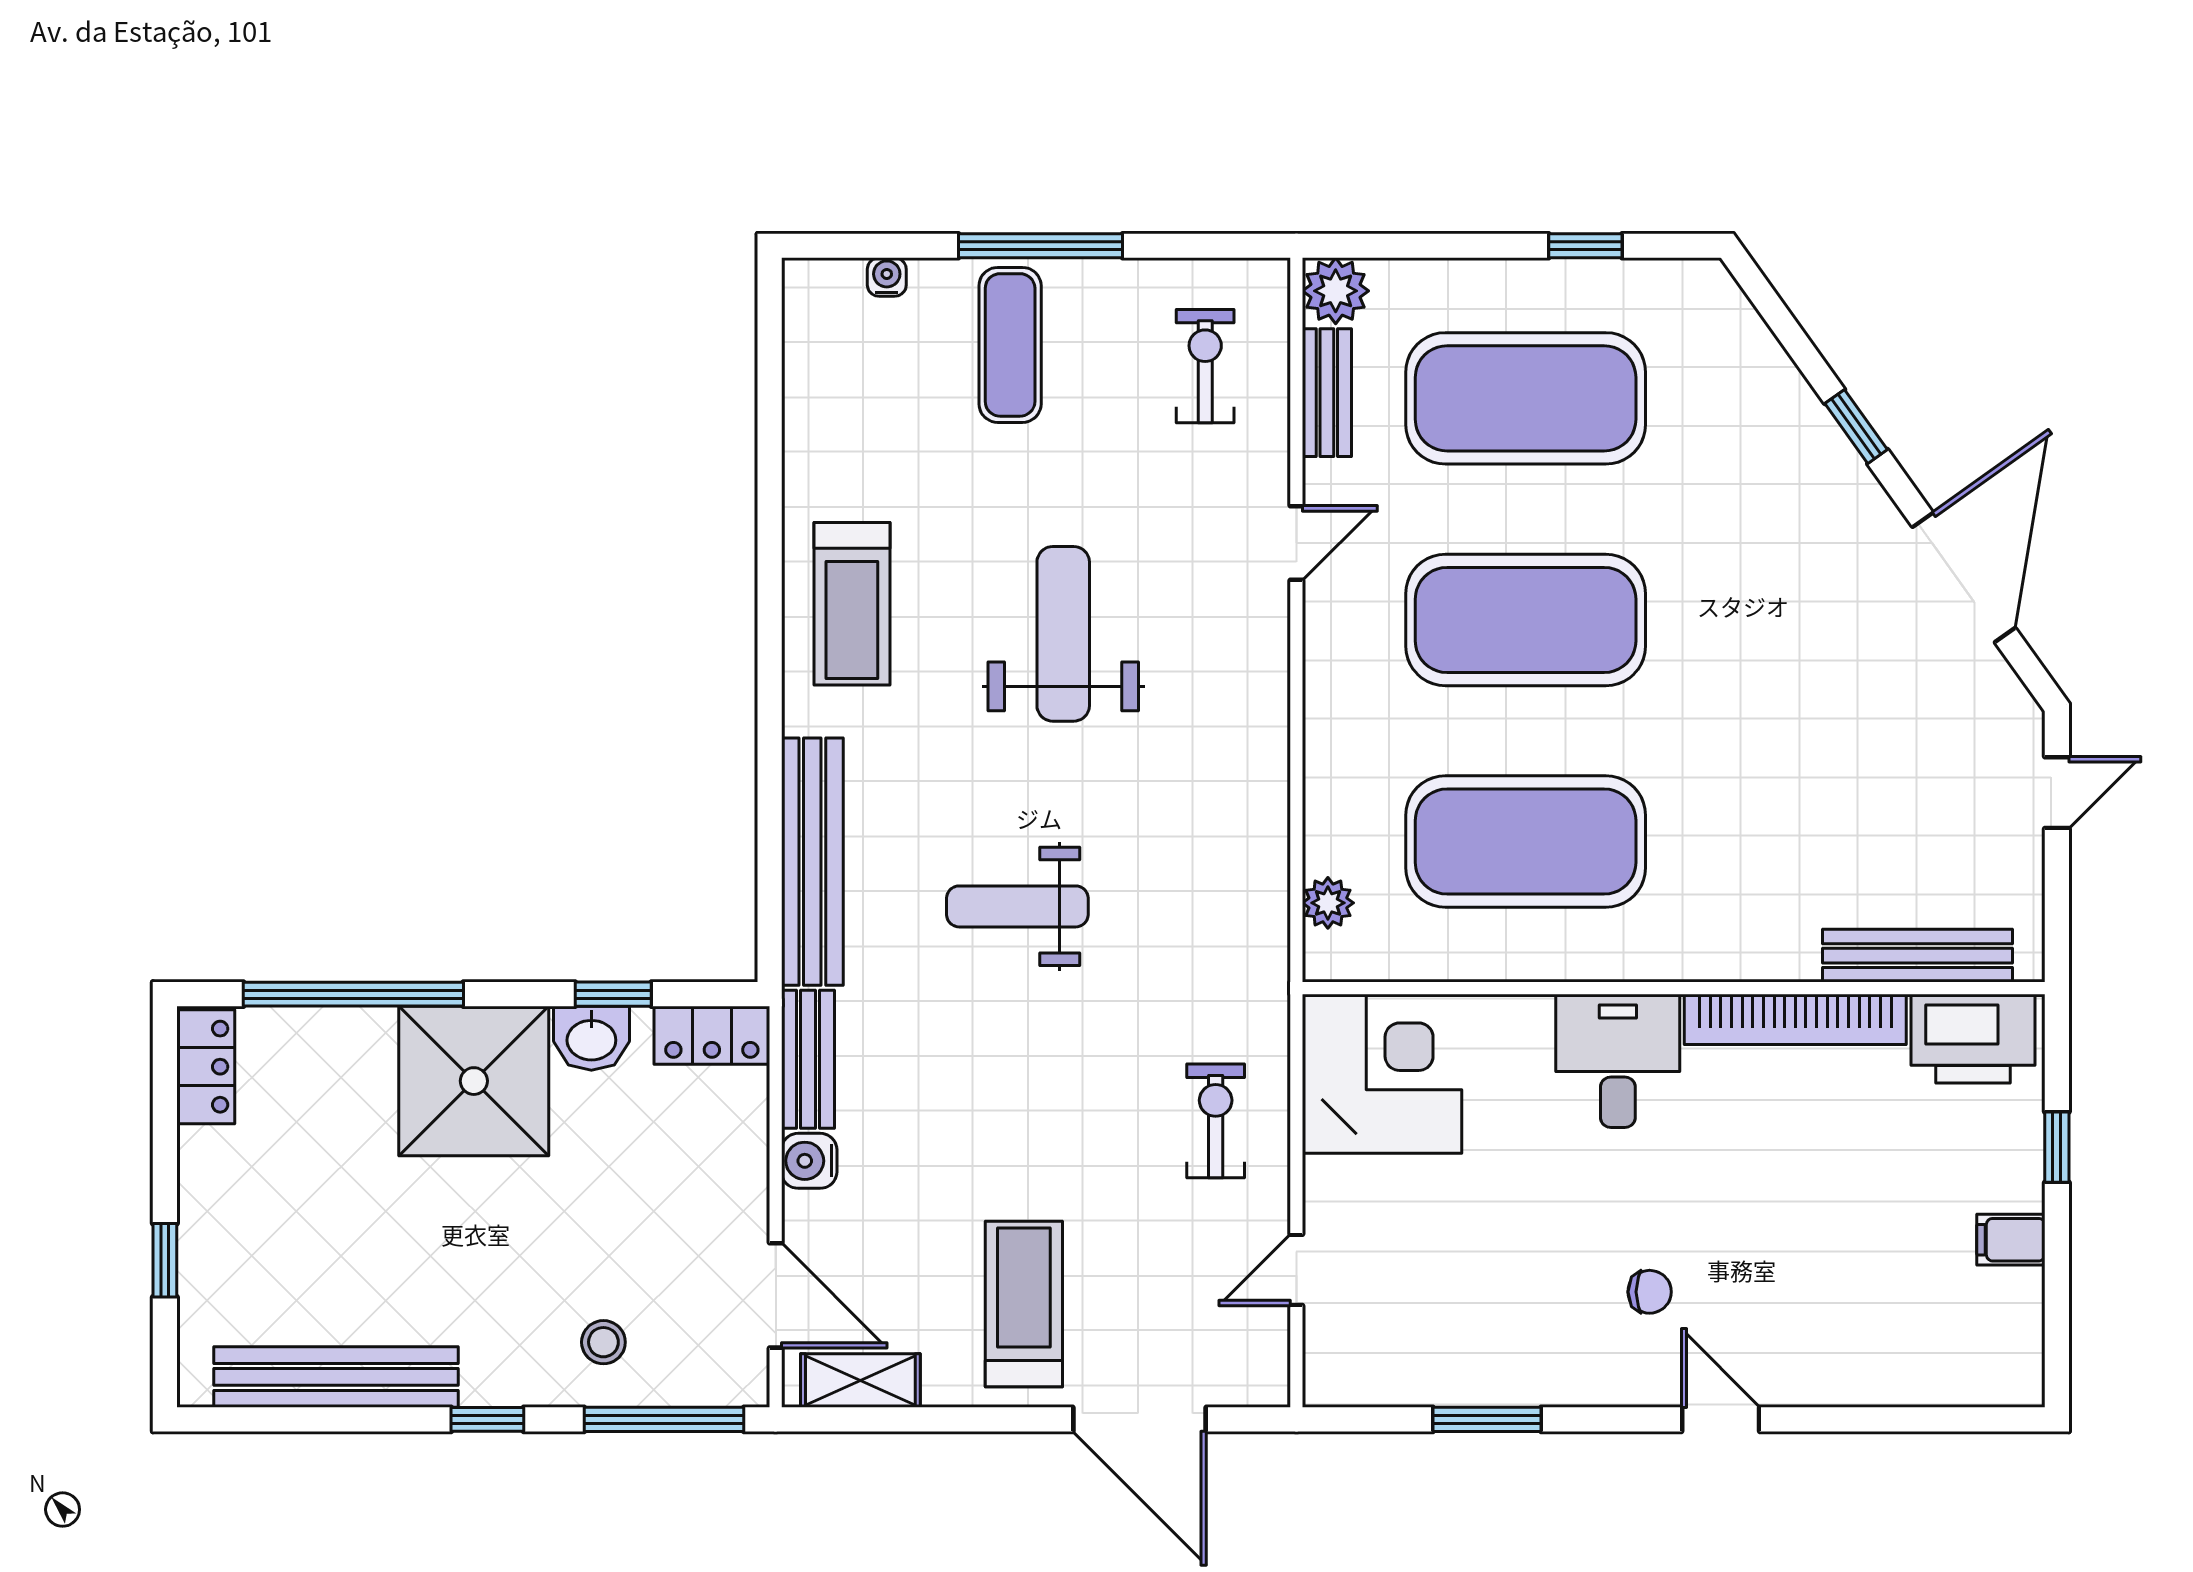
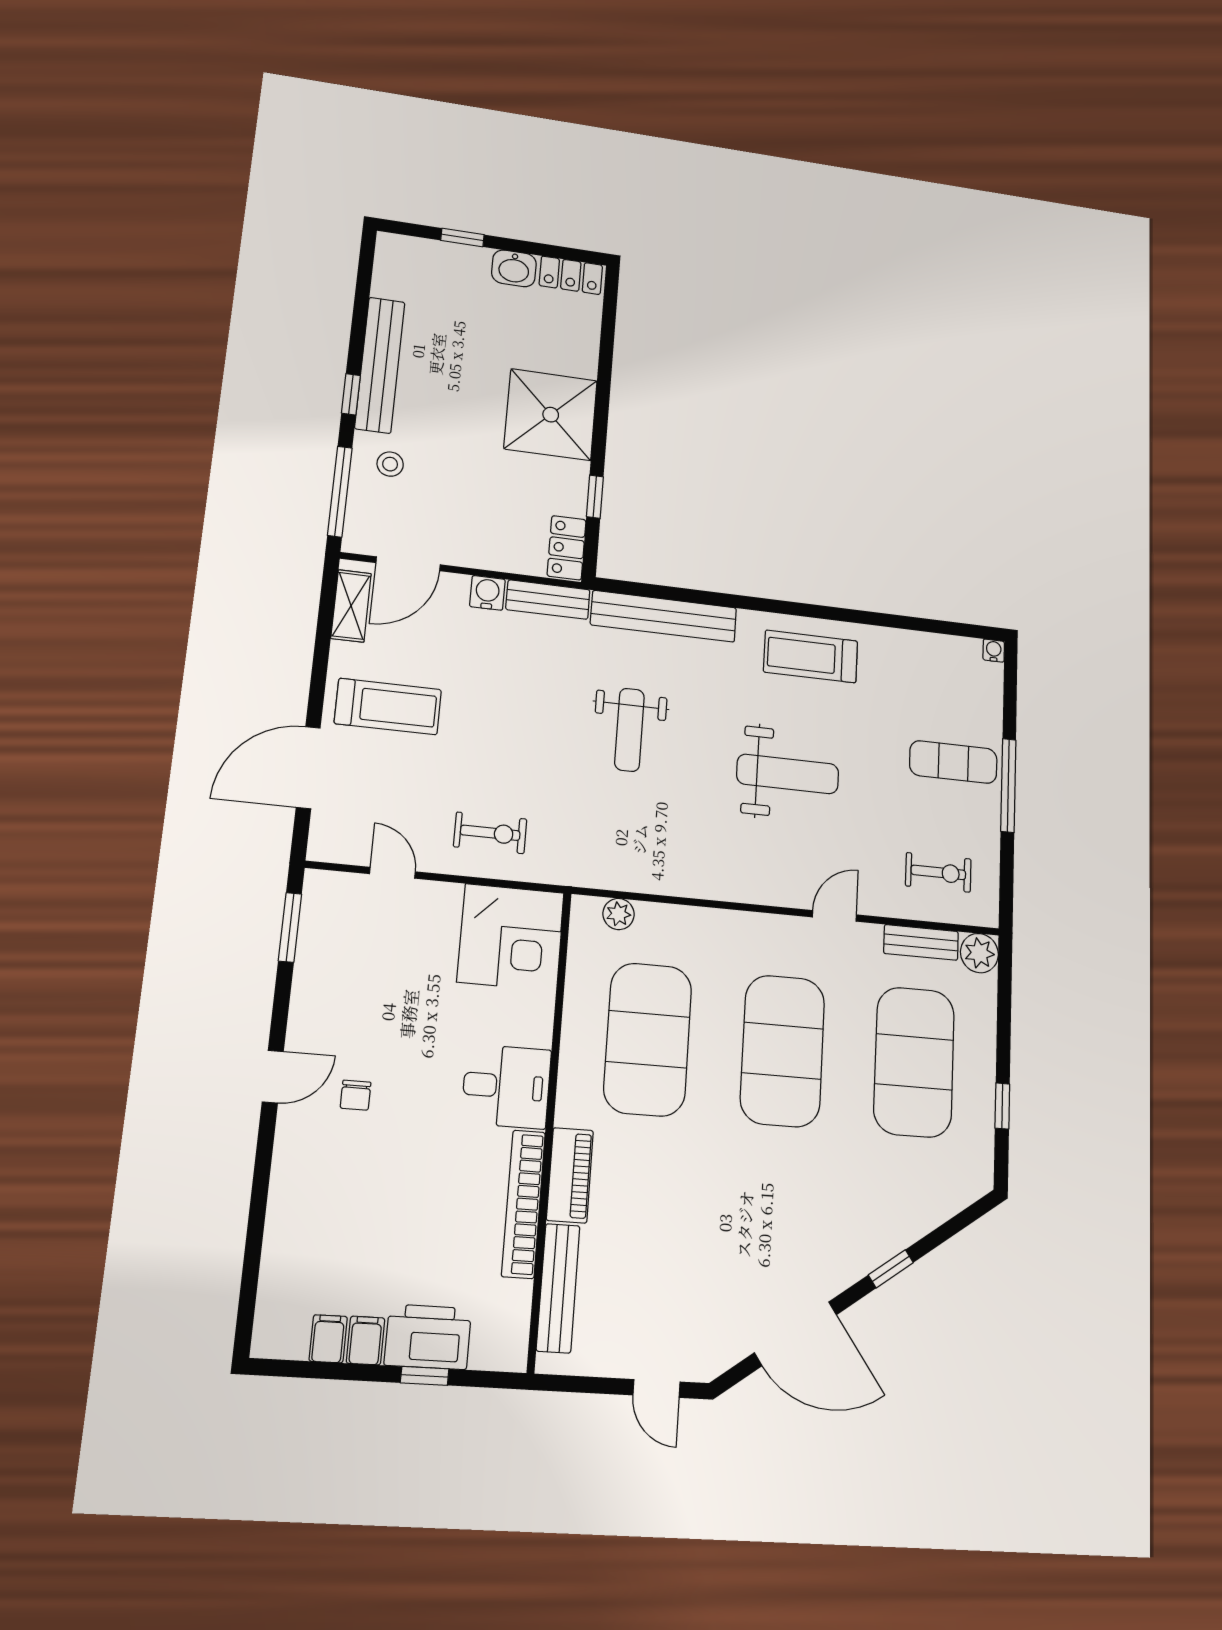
water cooler: (887, 277) -> (994, 651), moved, turned -90
door: (1296, 543) -> (834, 916), swing flipped
weight bench: (1017, 906) -> (629, 730), turned 180
piano: (1747, 950) -> (570, 1175), added
window: (353, 994) -> (606, 358), removed
washbasin: (591, 1038) -> (514, 268), moved, turned -90
printer: (1973, 1039) -> (428, 1337), moved, turned 90
filing cabinet: (2011, 1295) -> (328, 1339), added
bench: (336, 1377) -> (380, 365), moved
window: (1487, 1419) -> (290, 927), moved
door: (1721, 1419) -> (273, 1077), moved

